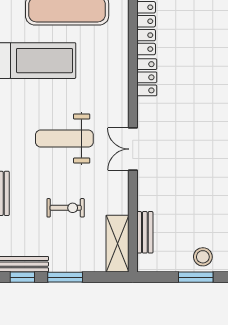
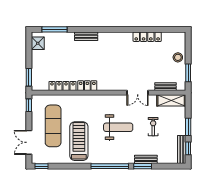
weight bench: (64, 139) -> (118, 127), turned -90
double door: (133, 149) -> (138, 93), moved
window: (196, 277) -> (188, 73), moved

